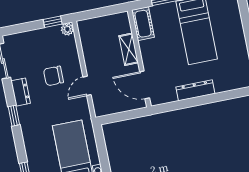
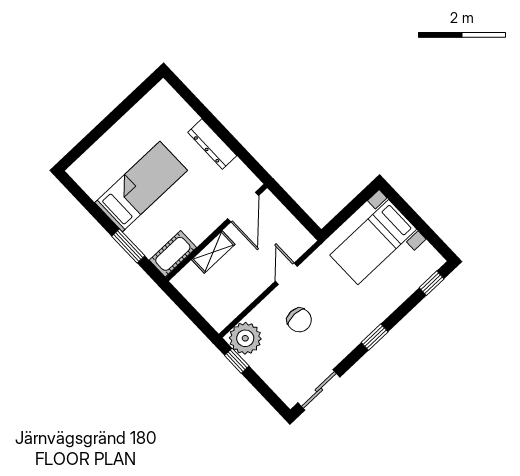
plant: (67, 29) -> (245, 338), width x1.87, depth x1.87
door: (87, 86) -> (286, 274), swing flipped
dresser: (21, 92) -> (342, 346), removed

